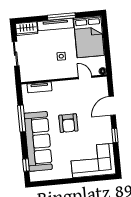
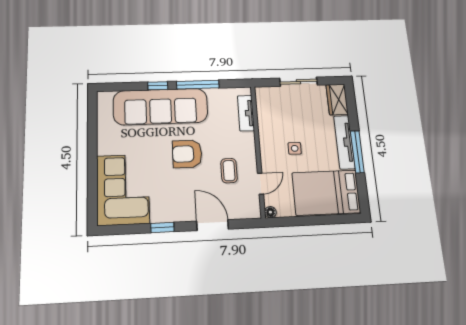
coffee table: (78, 97) -> (229, 171), added
window: (26, 165) -> (158, 86), moved

